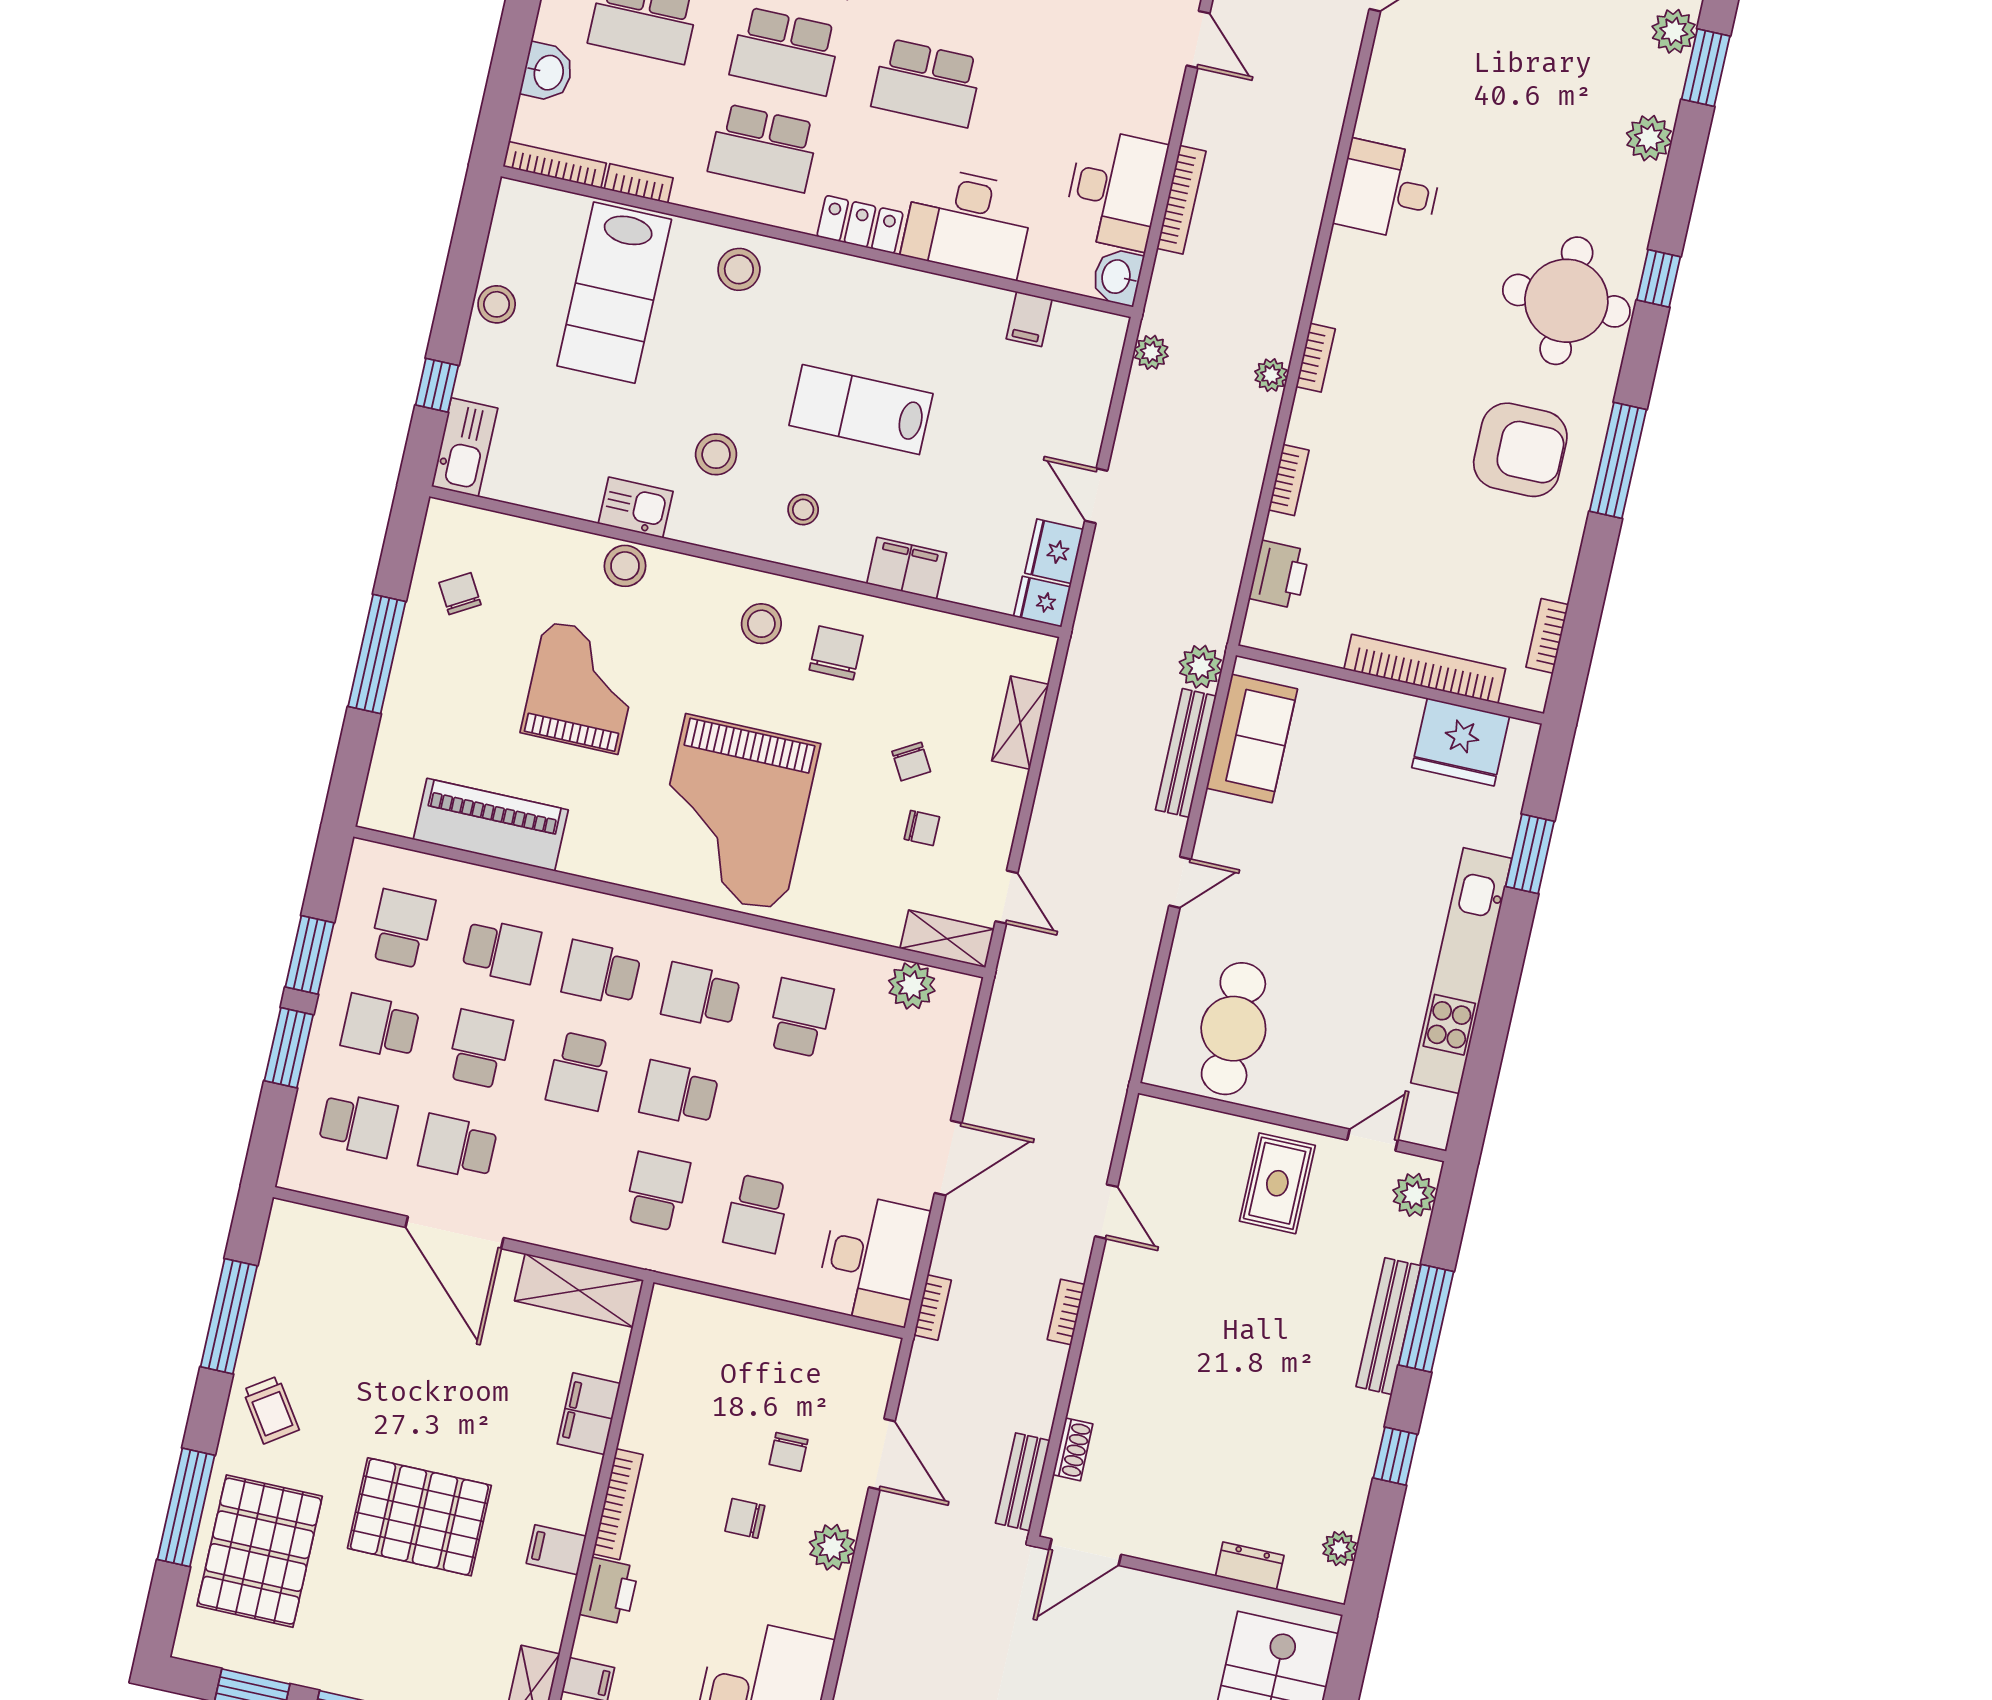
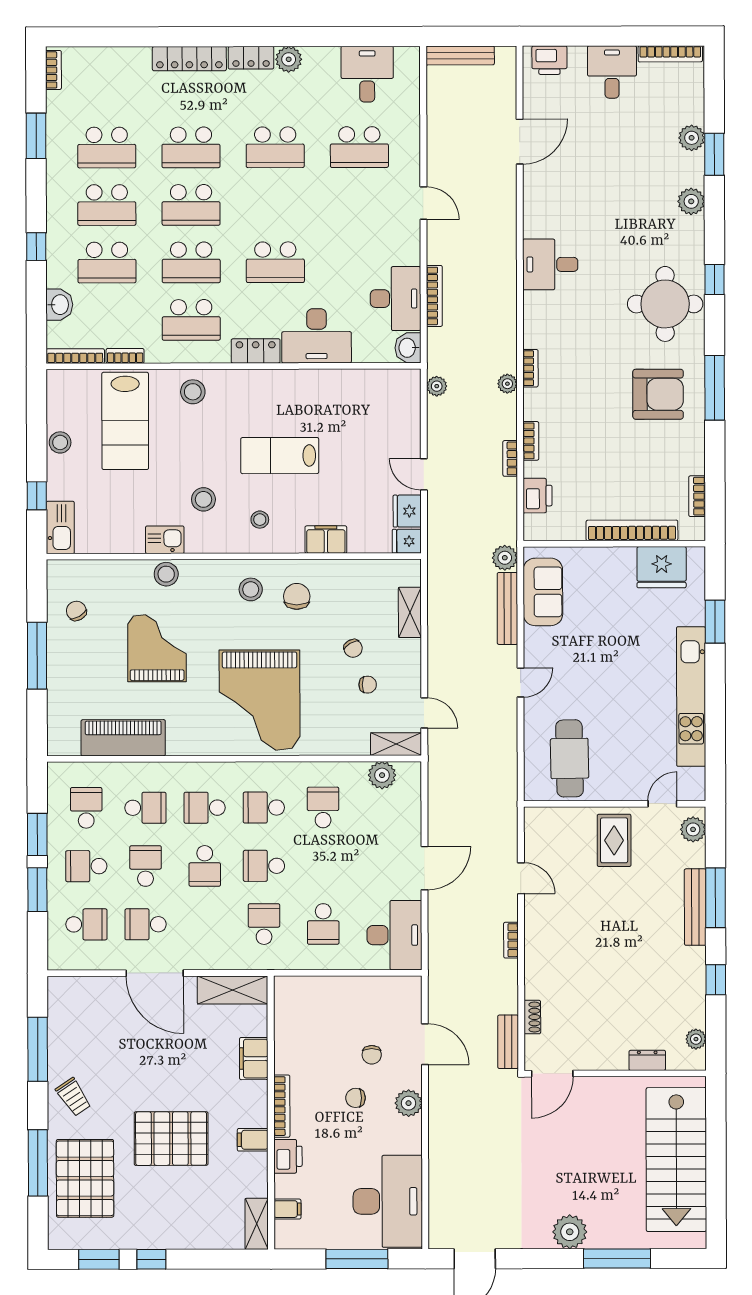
filing cabinet: (1029, 319) -> (363, 383), removed
bookcase: (933, 1308) -> (510, 458), moved, turned 180

